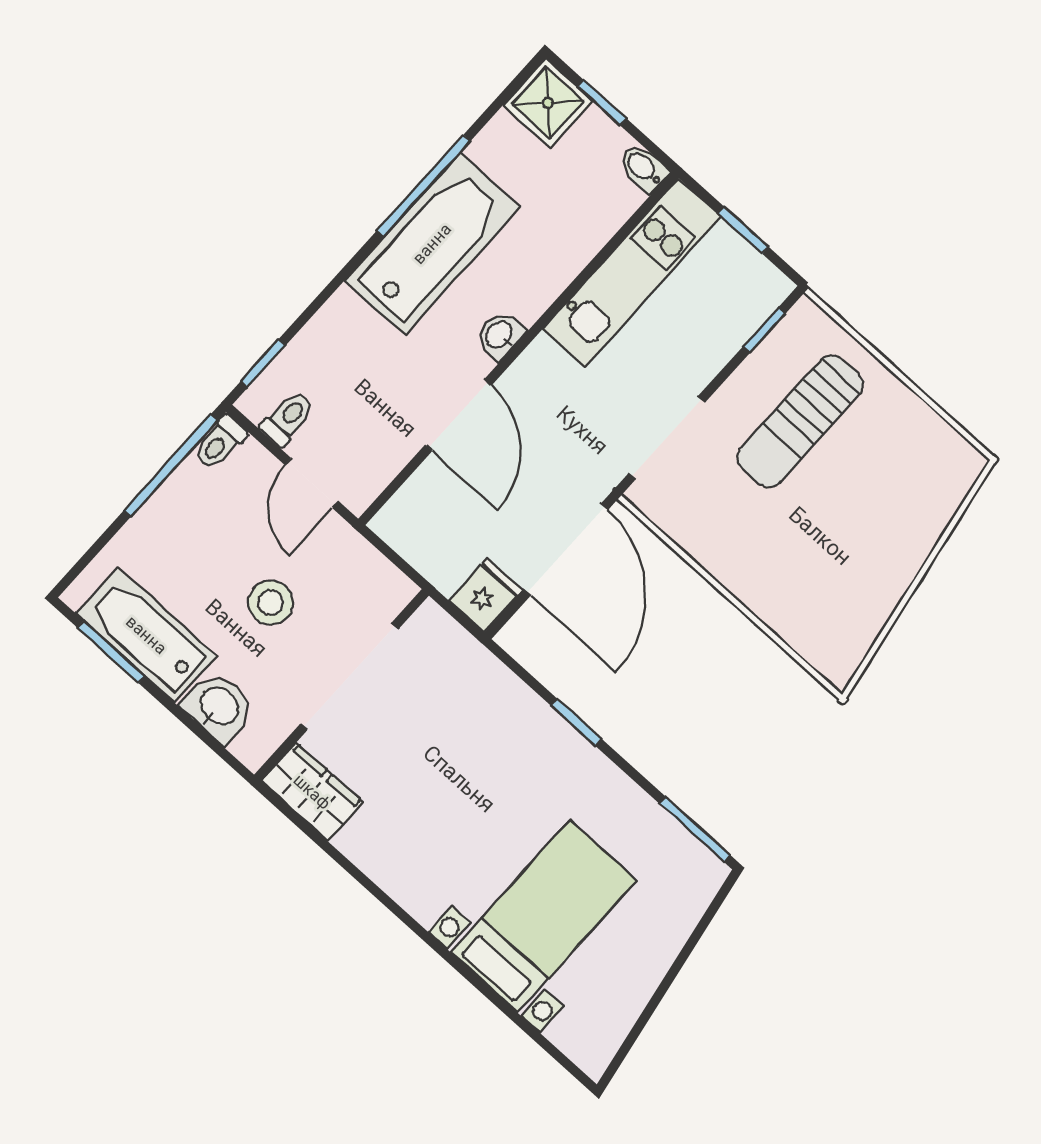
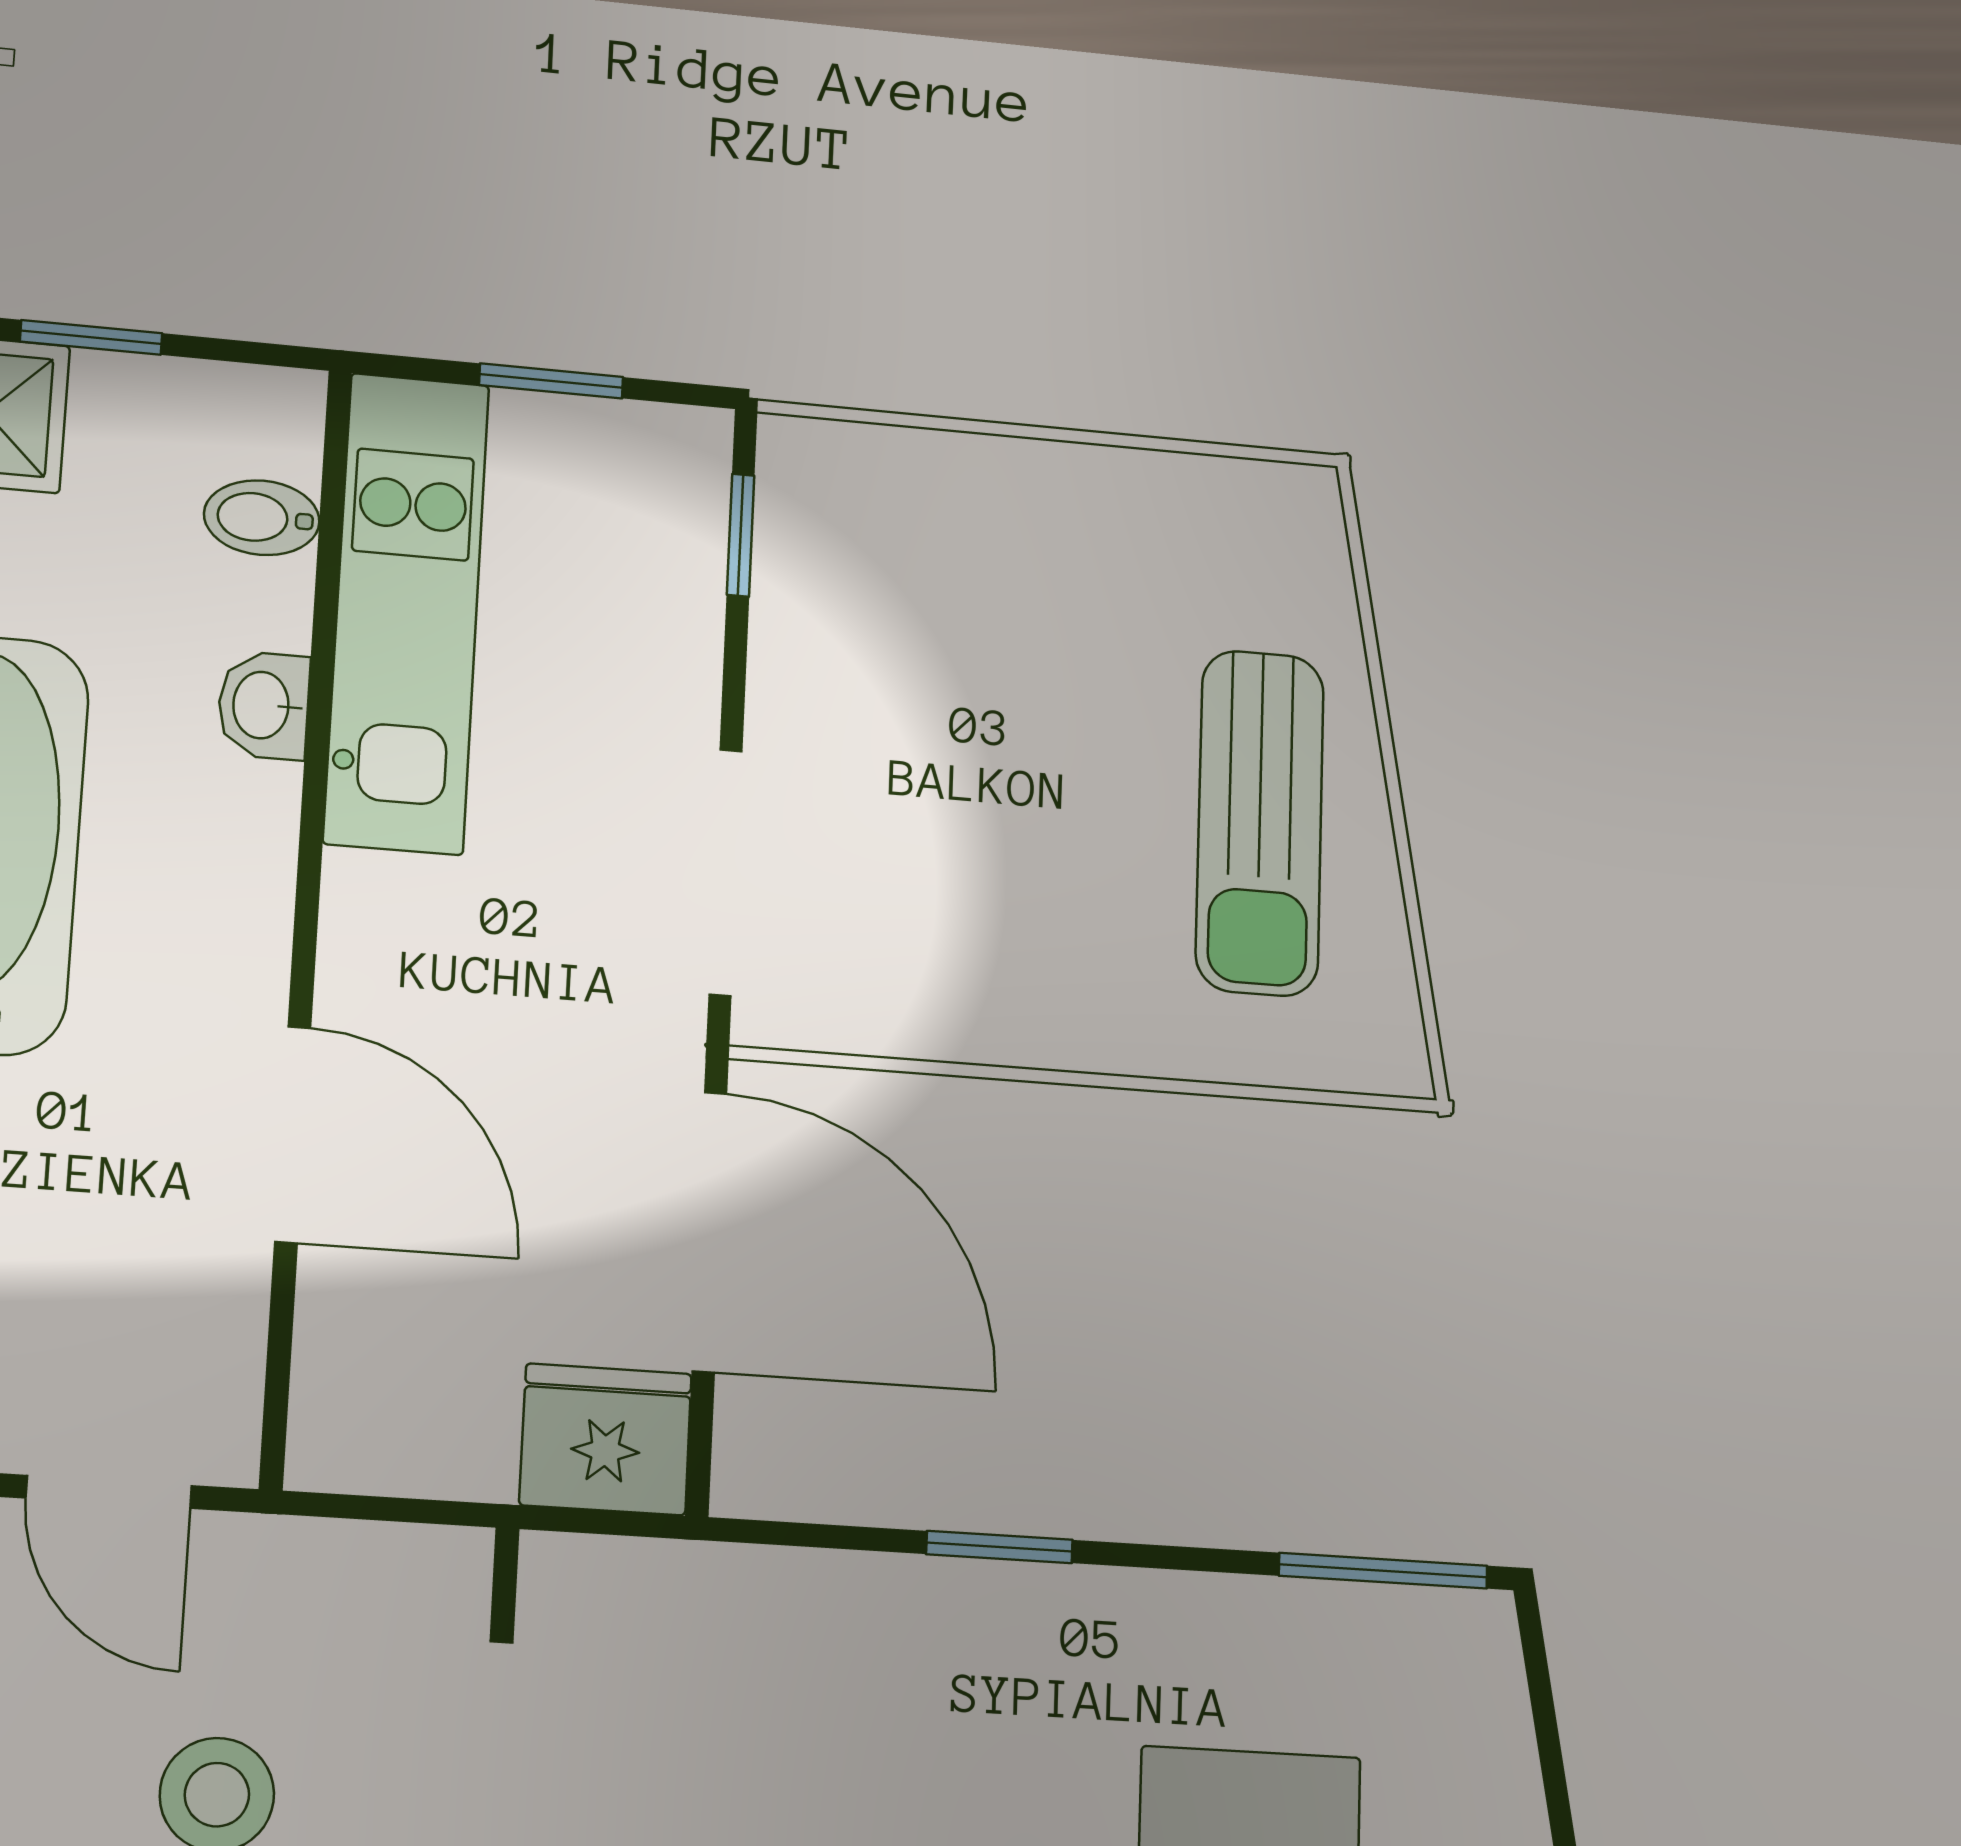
bidet: (643, 168) -> (262, 518), moved
washbasin: (500, 335) -> (264, 705), moved
sun lounger: (800, 421) -> (1260, 823), moved
fridge: (486, 595) -> (606, 1439), width x1.38

